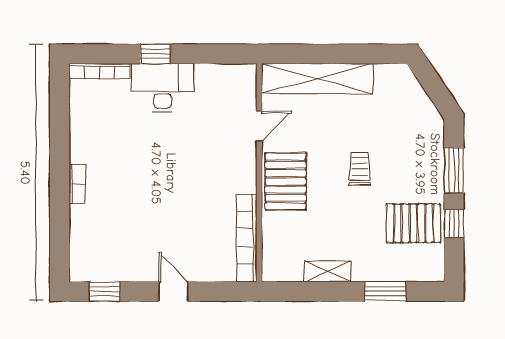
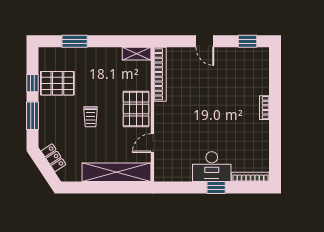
locker: (420, 102) -> (53, 158), added
shelving: (327, 271) -> (137, 54), moved

